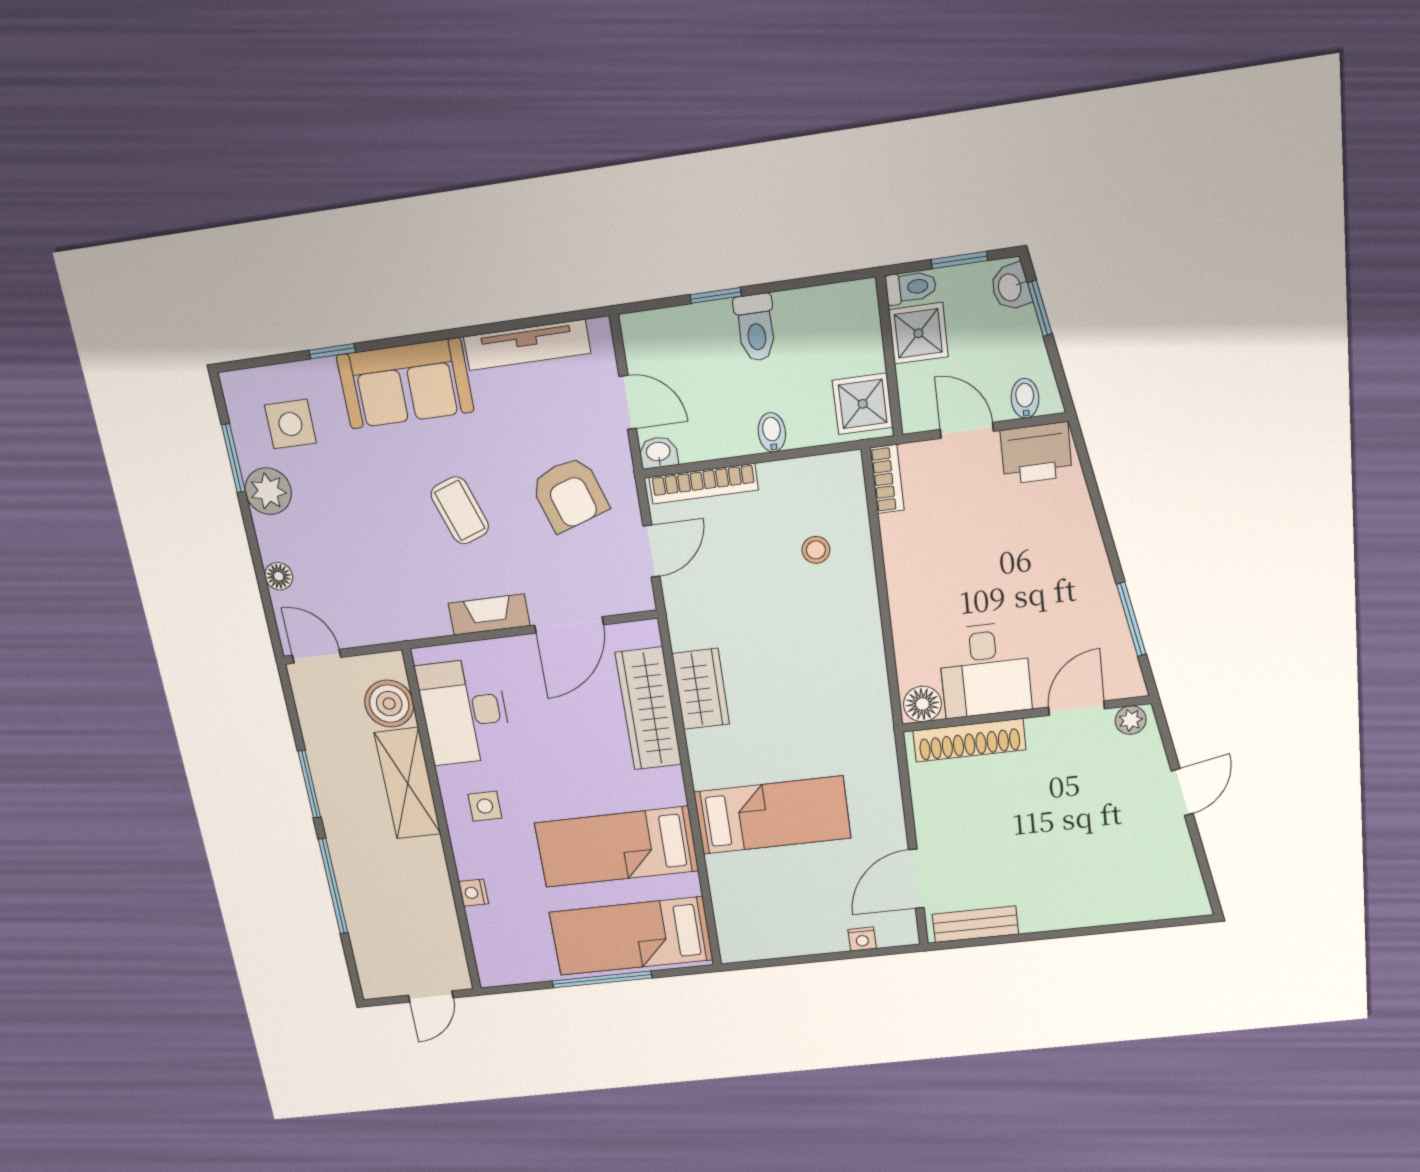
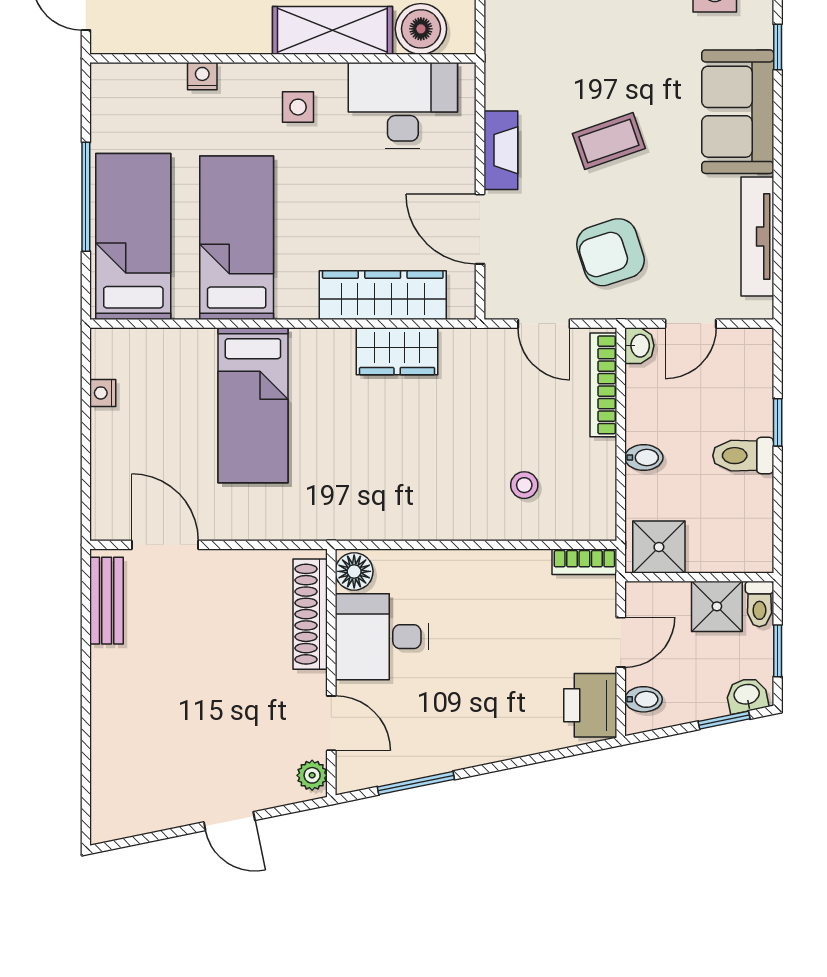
nightstand: (862, 939) -> (103, 393), moved

